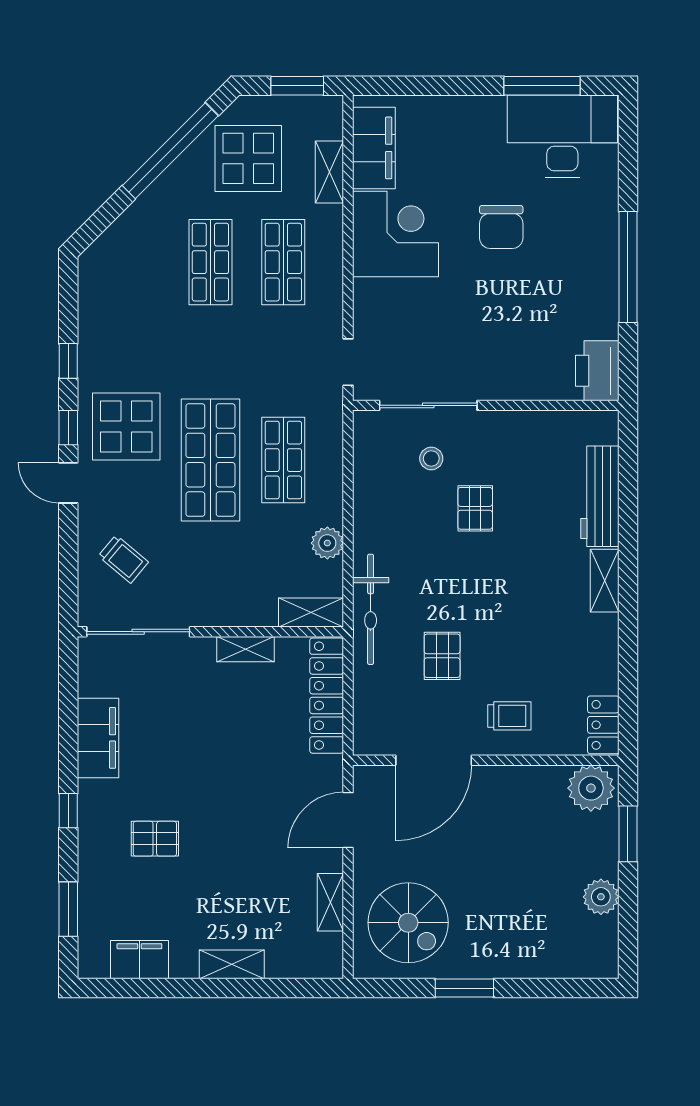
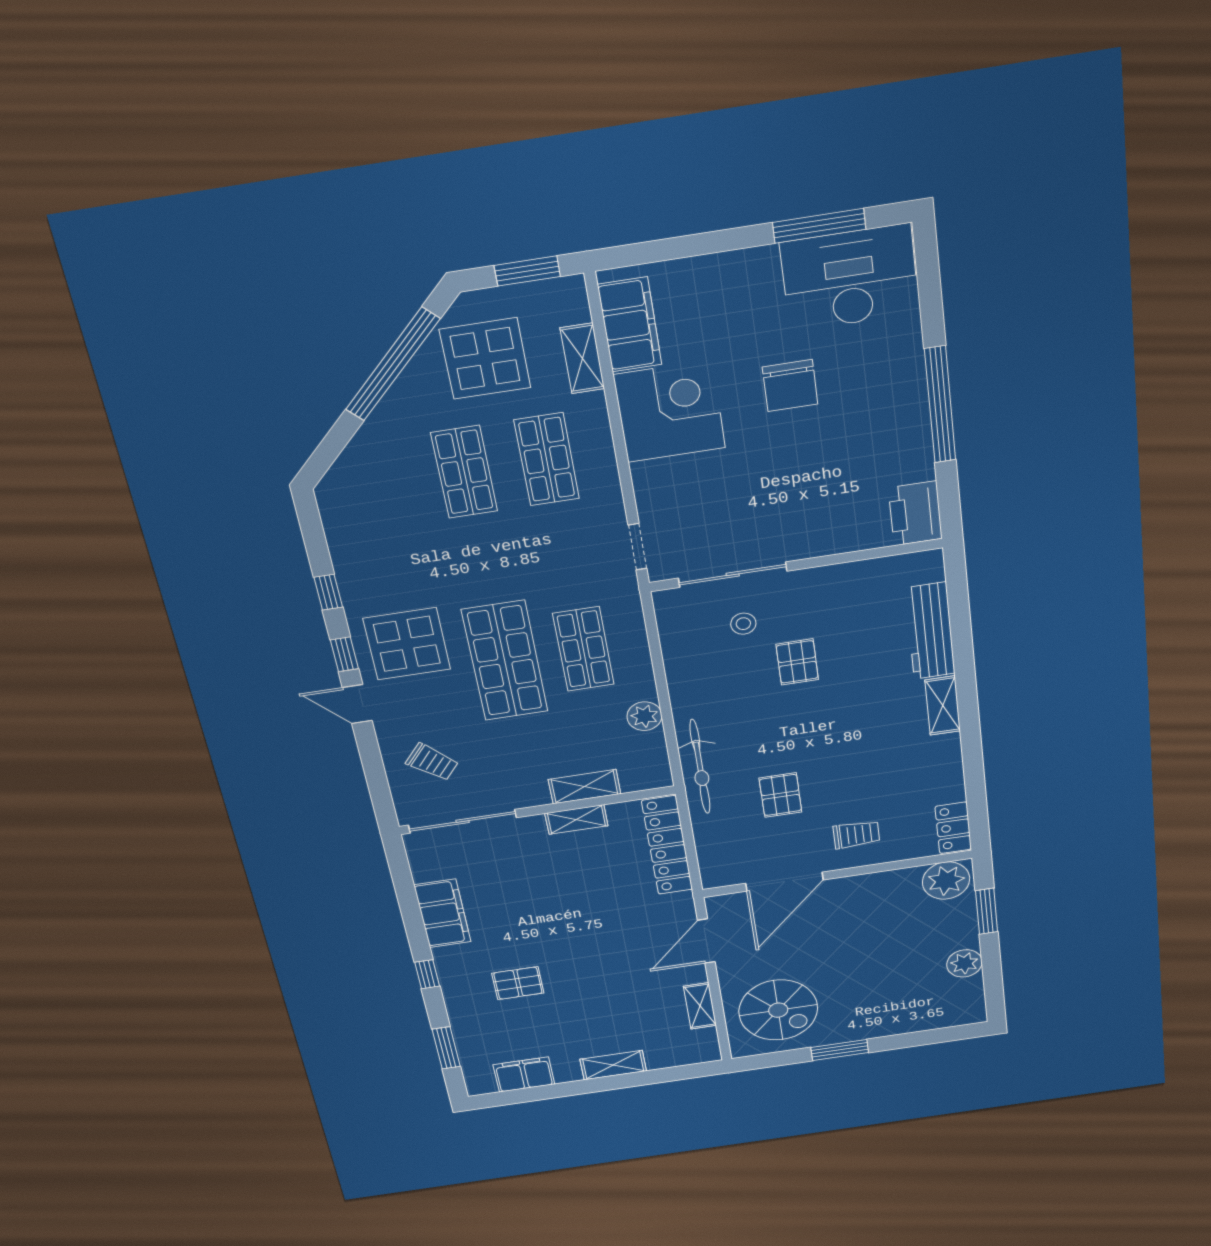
shelving: (311, 613) -> (584, 787), moved

